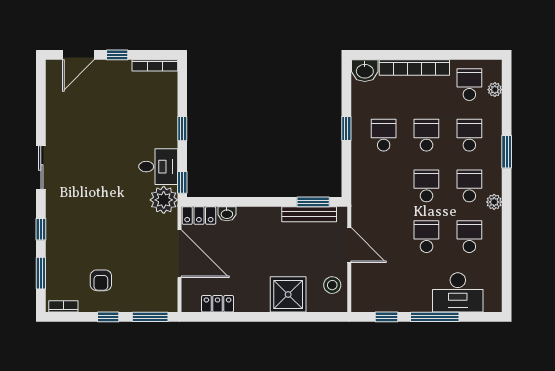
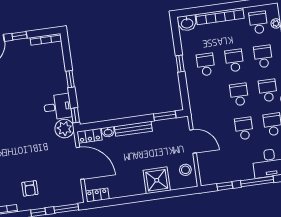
bench: (309, 214) -> (133, 129), moved
locker: (218, 304) -> (97, 195), moved

